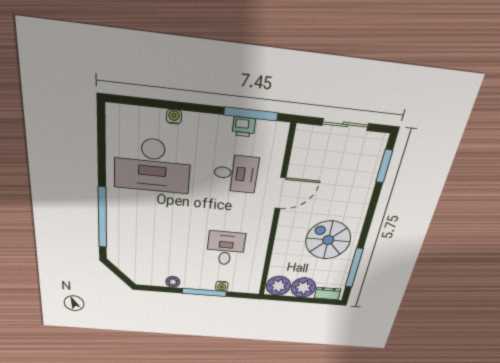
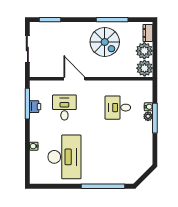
spiral stairs: (328, 240) -> (105, 42), turned -90
window: (354, 268) -> (112, 20), moved
plant: (173, 282) -> (148, 116), moved

